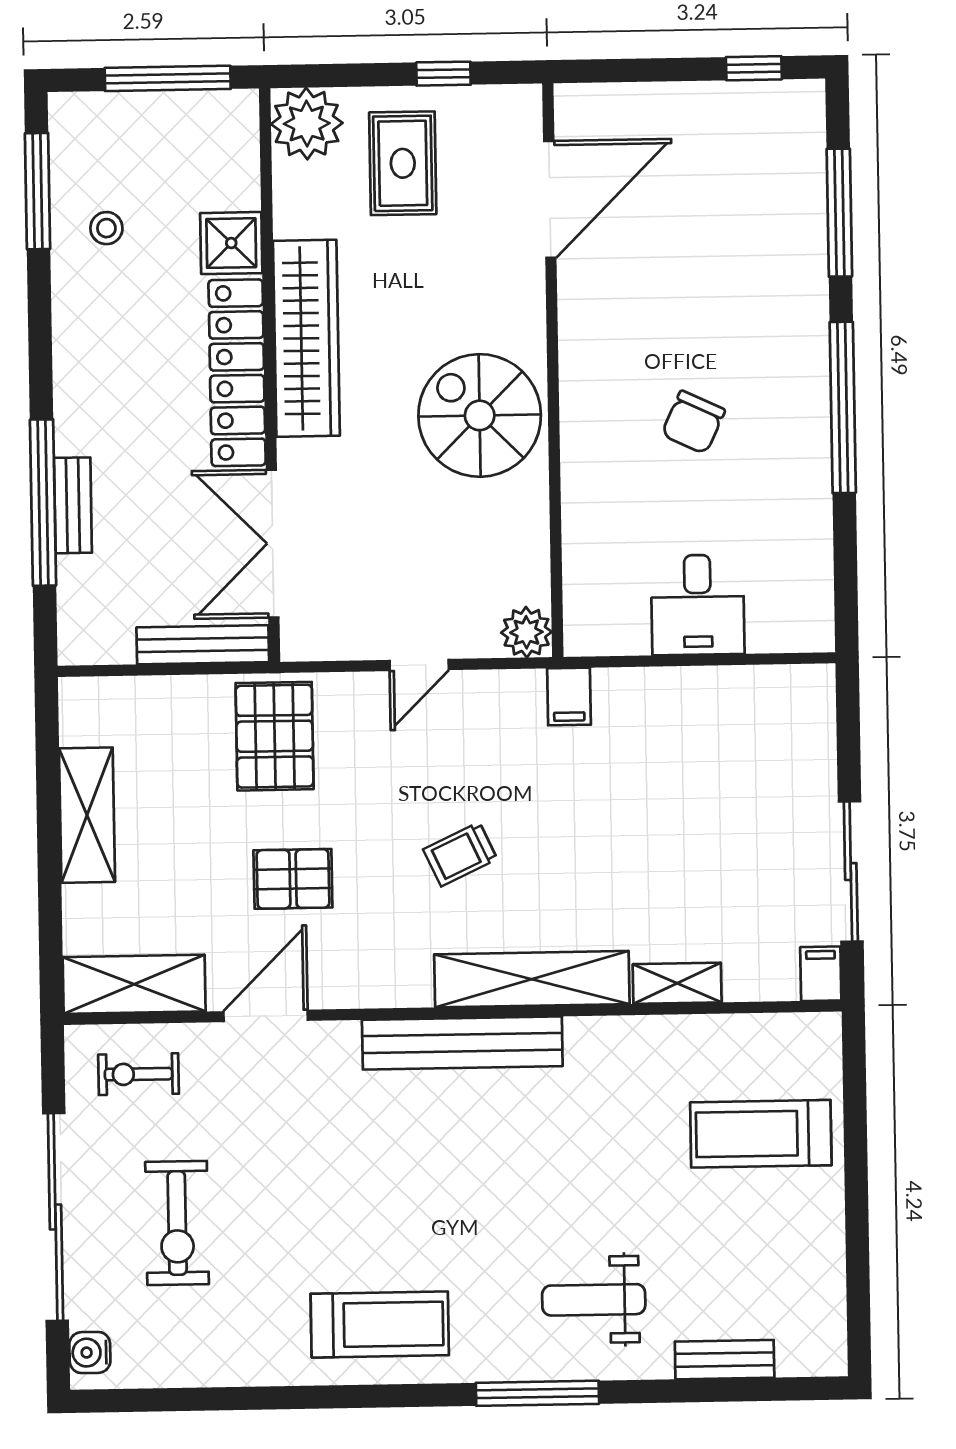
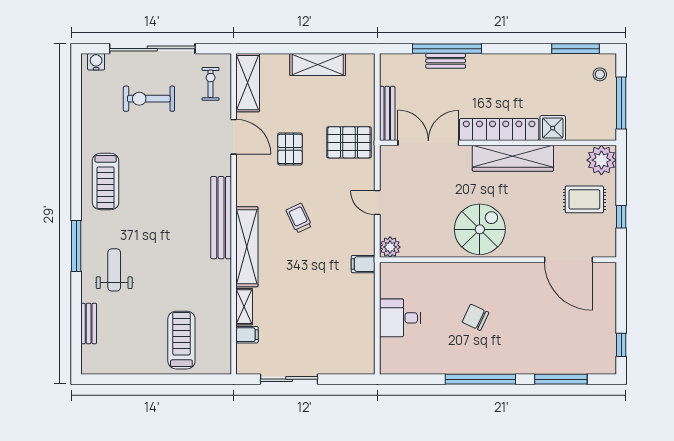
stool: (106, 228) -> (600, 74), moved
filing cabinet: (821, 974) -> (247, 335), moved

